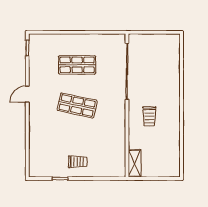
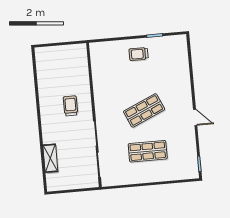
door: (27, 94) -> (195, 117), hinge flipped
shop shelf: (77, 105) -> (144, 110), turned -36
shelving: (135, 163) -> (50, 158), moved

